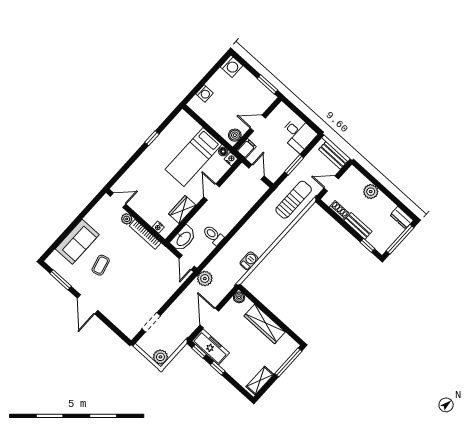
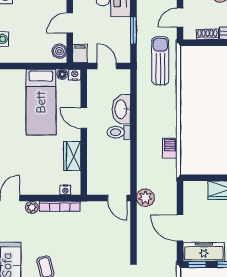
toilet: (213, 235) -> (119, 132), moved
washbasin: (183, 239) -> (121, 109), moved, turned 180
boiler: (239, 297) -> (189, 187), removed

